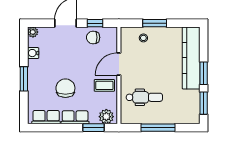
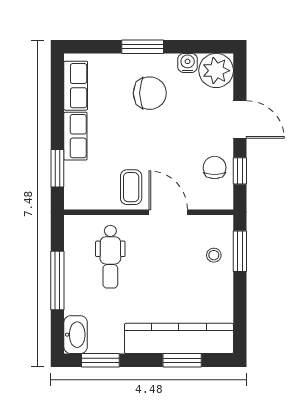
window: (155, 23) -> (240, 251), moved
plant: (33, 32) -> (216, 71), width x1.88, depth x1.88
window: (204, 73) -> (182, 360), moved
chair: (65, 88) -> (150, 93), moved
plant: (106, 117) -> (77, 190), removed
washbasin: (189, 117) -> (76, 335), added

